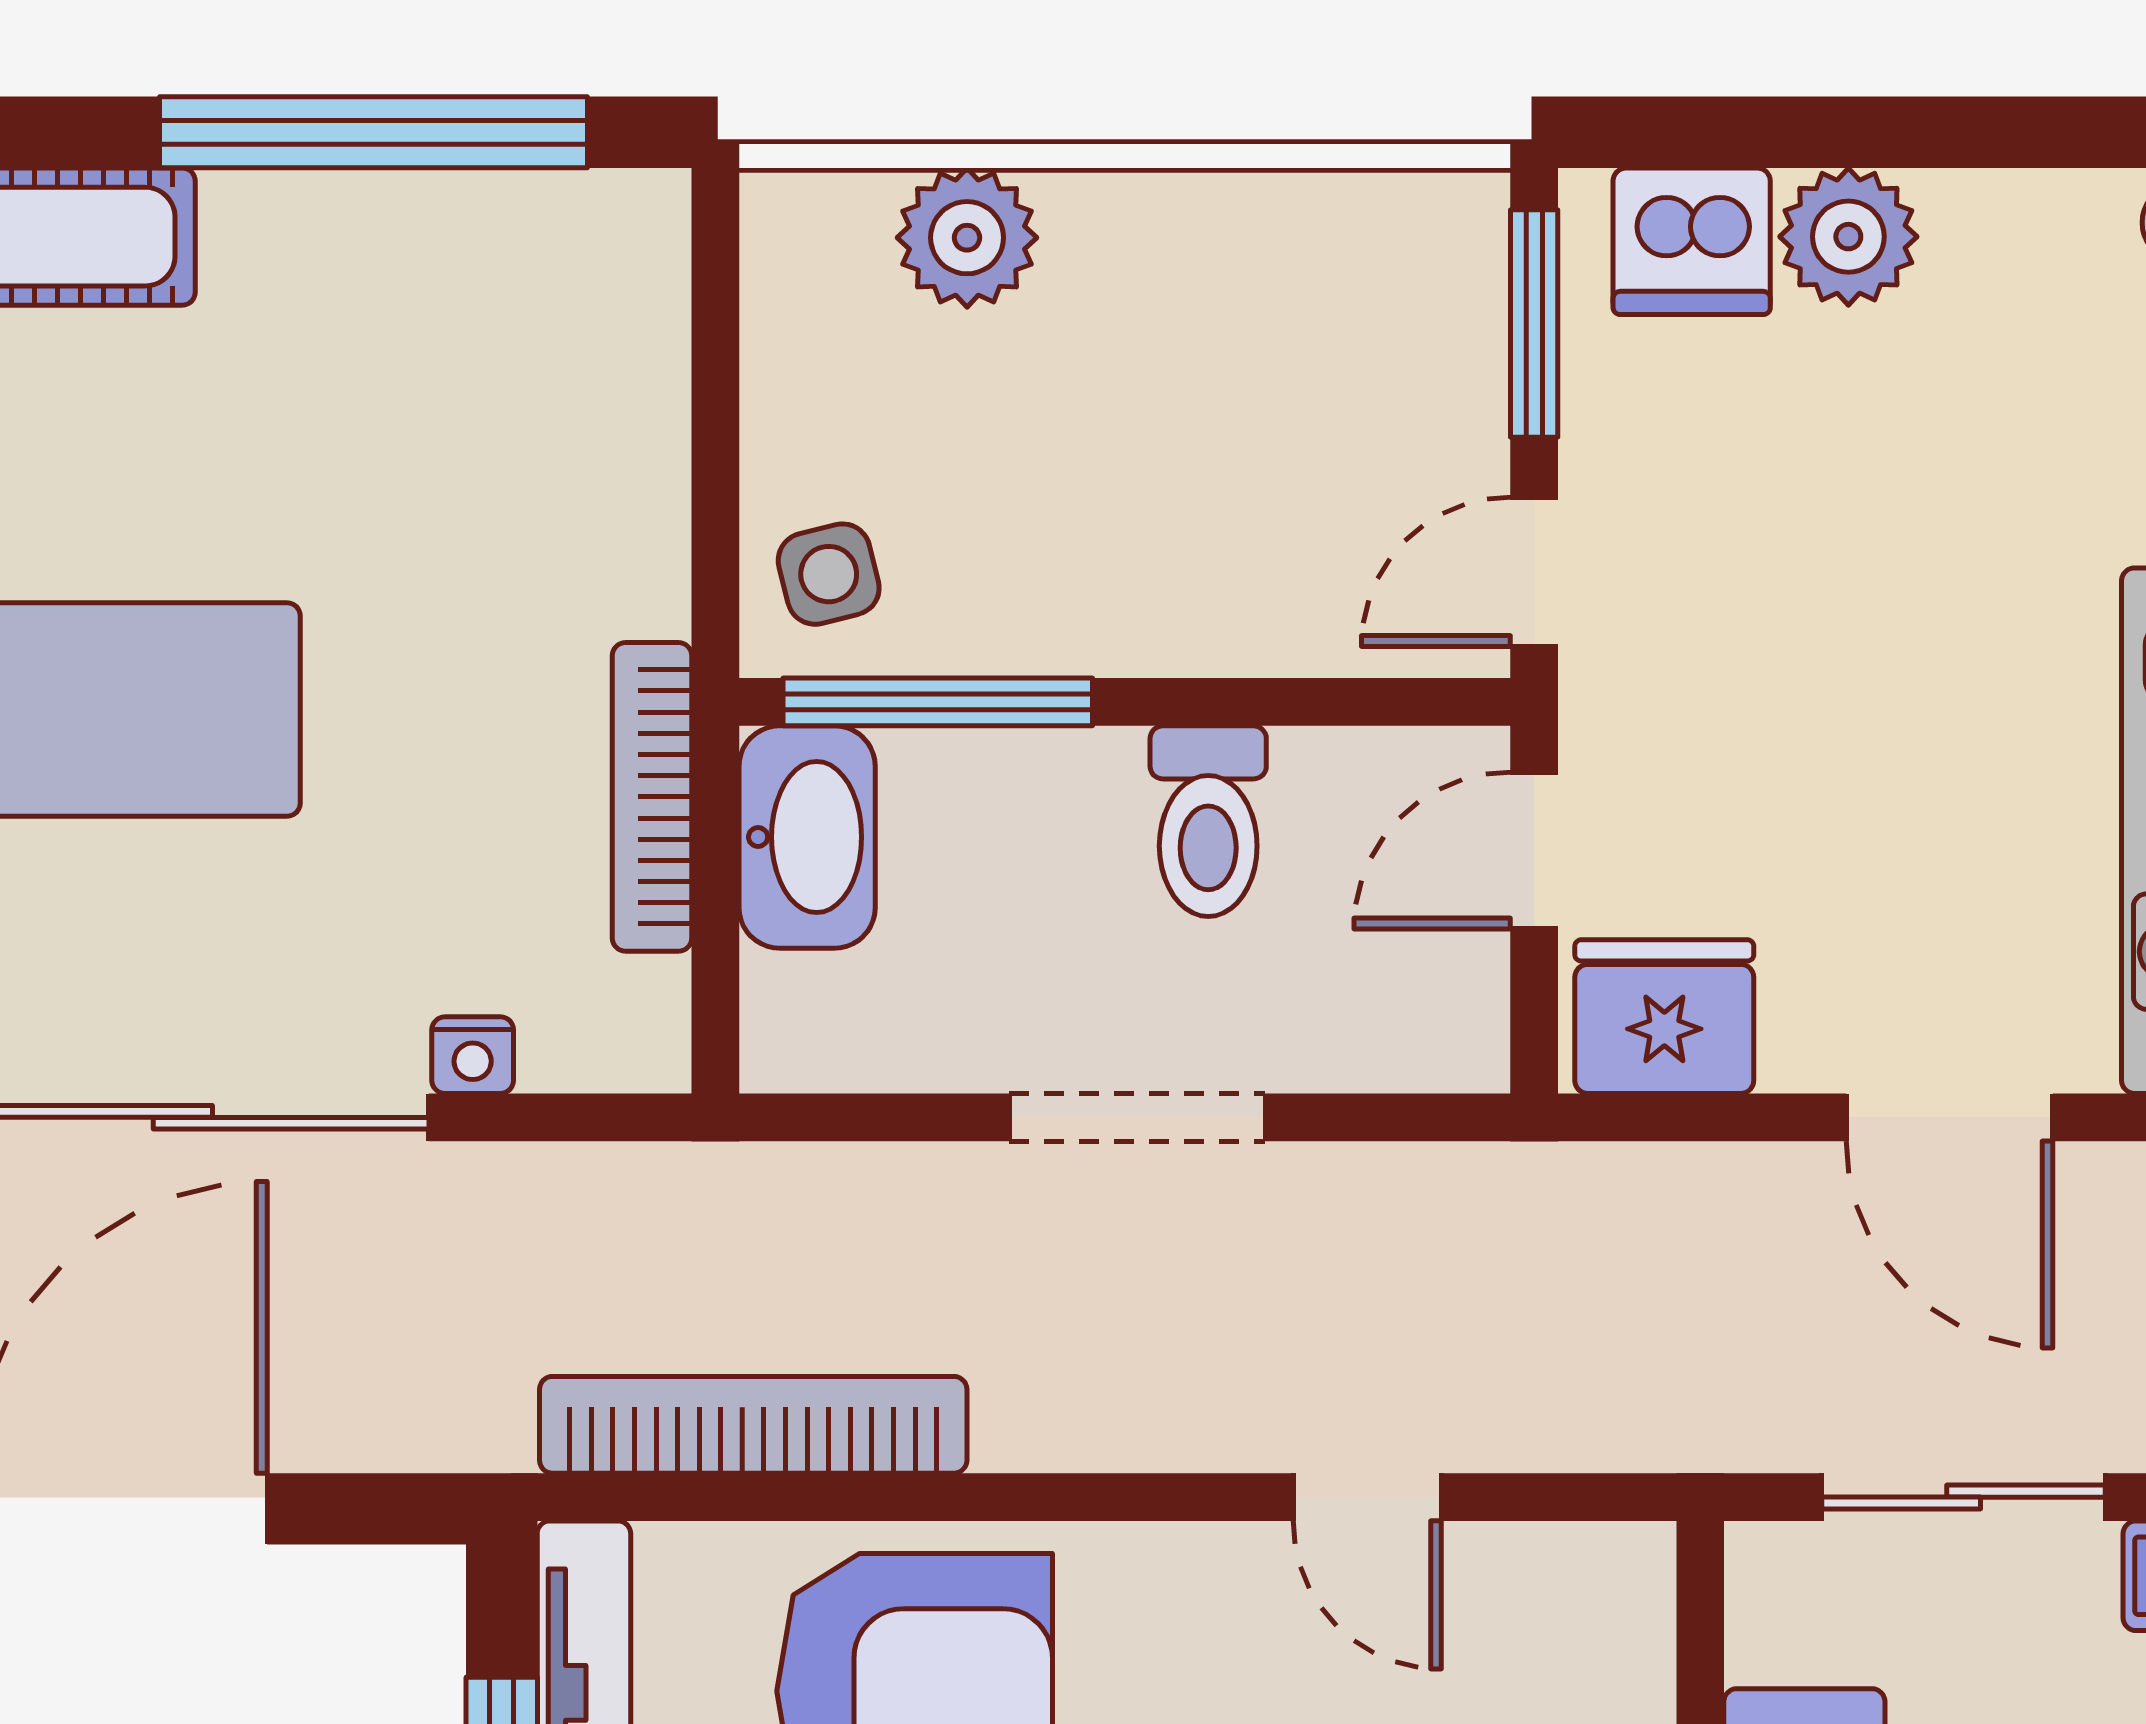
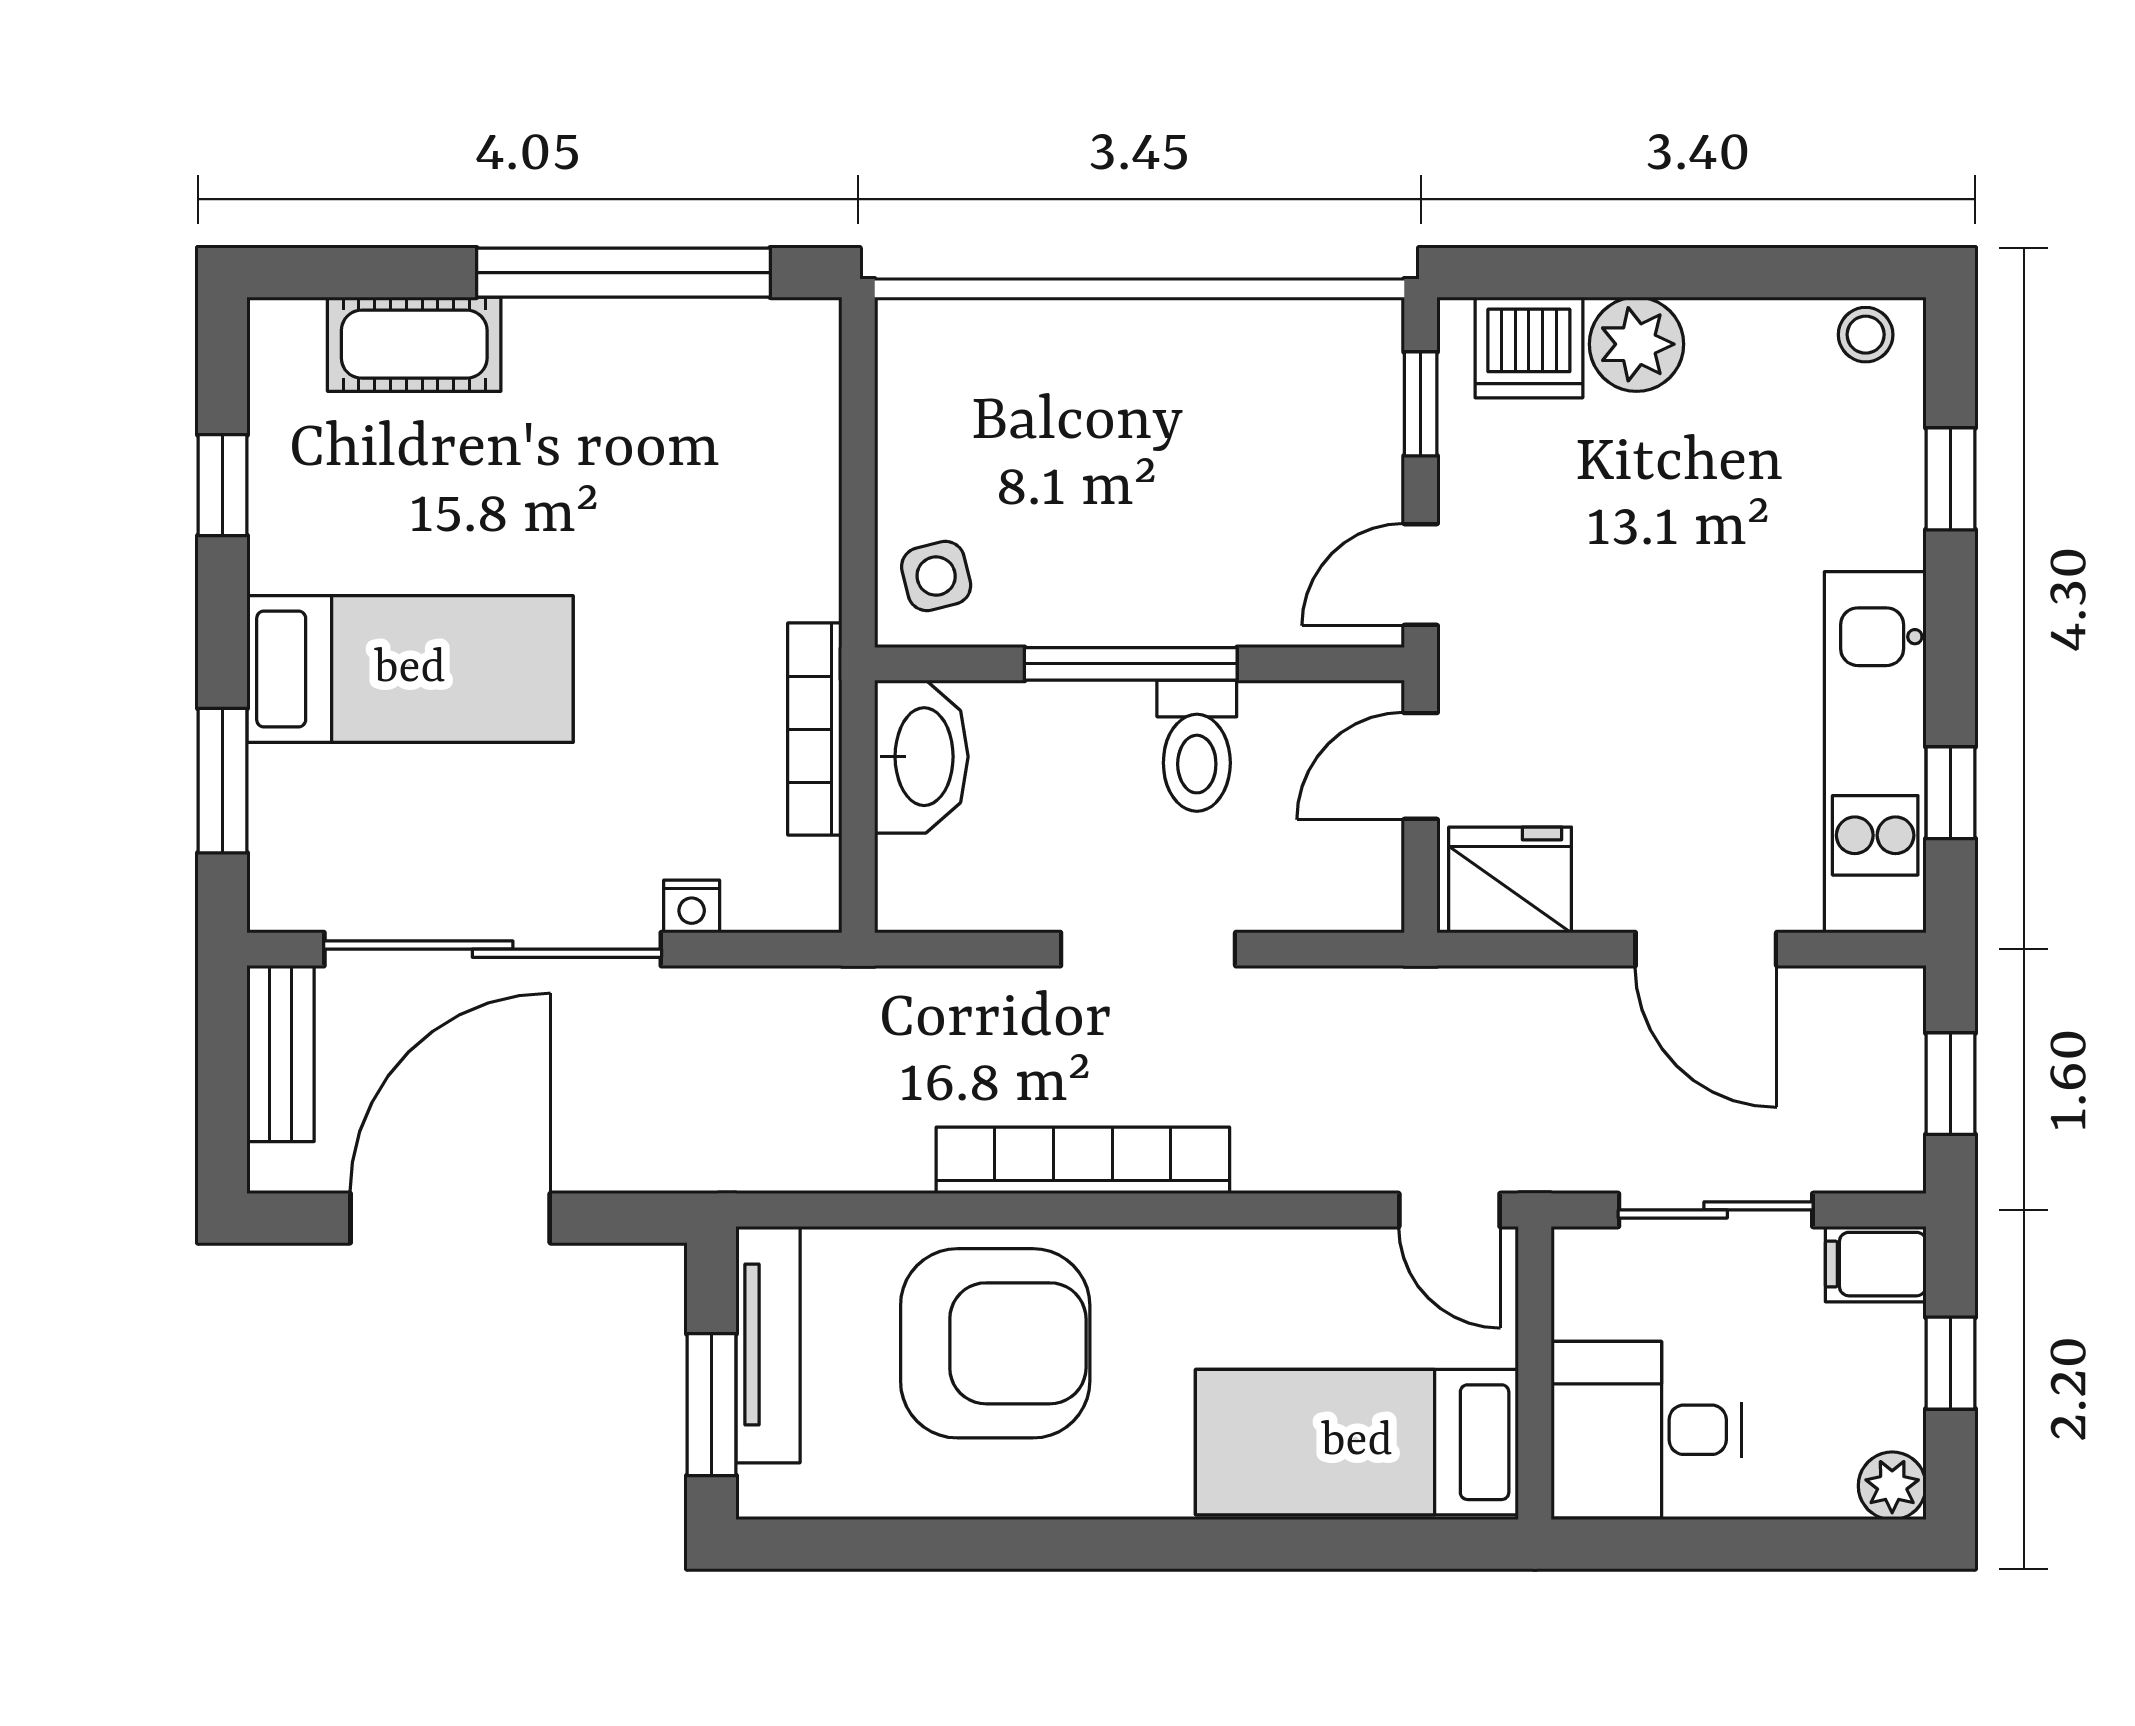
plant: (967, 238) -> (1031, 345), removed
window: (1534, 323) -> (1421, 404), width x0.67
window: (938, 702) -> (1131, 664), moved
bookcase: (753, 1425) -> (1083, 1160), moved
door: (1367, 1497) -> (1449, 1210), moved

